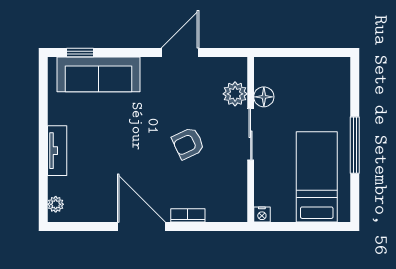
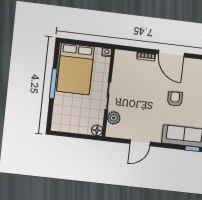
floor lamp: (264, 97) -> (97, 130), moved
armchair: (188, 143) -> (175, 99), moved, turned -68
bed: (317, 177) -> (75, 69), width x1.50

